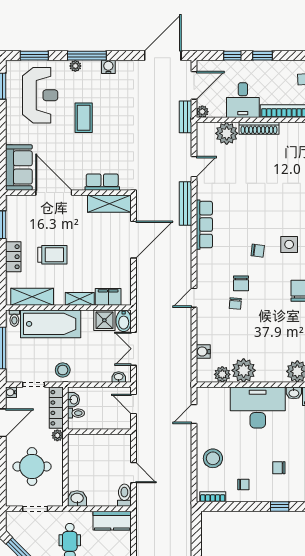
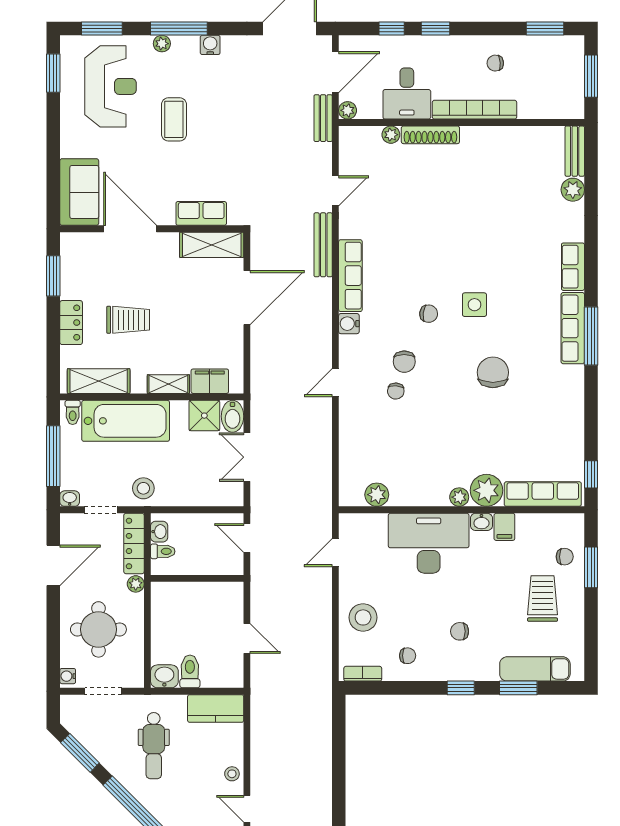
plant: (227, 133) -> (391, 135), width x0.53, depth x0.53
water cooler: (203, 352) -> (349, 324), moved
plant: (244, 370) -> (459, 497), moved, width x0.53, depth x0.53
washbasin: (119, 377) -> (70, 499), moved
water cooler: (11, 392) -> (68, 676), moved
toilet: (124, 495) -> (190, 671), moved

